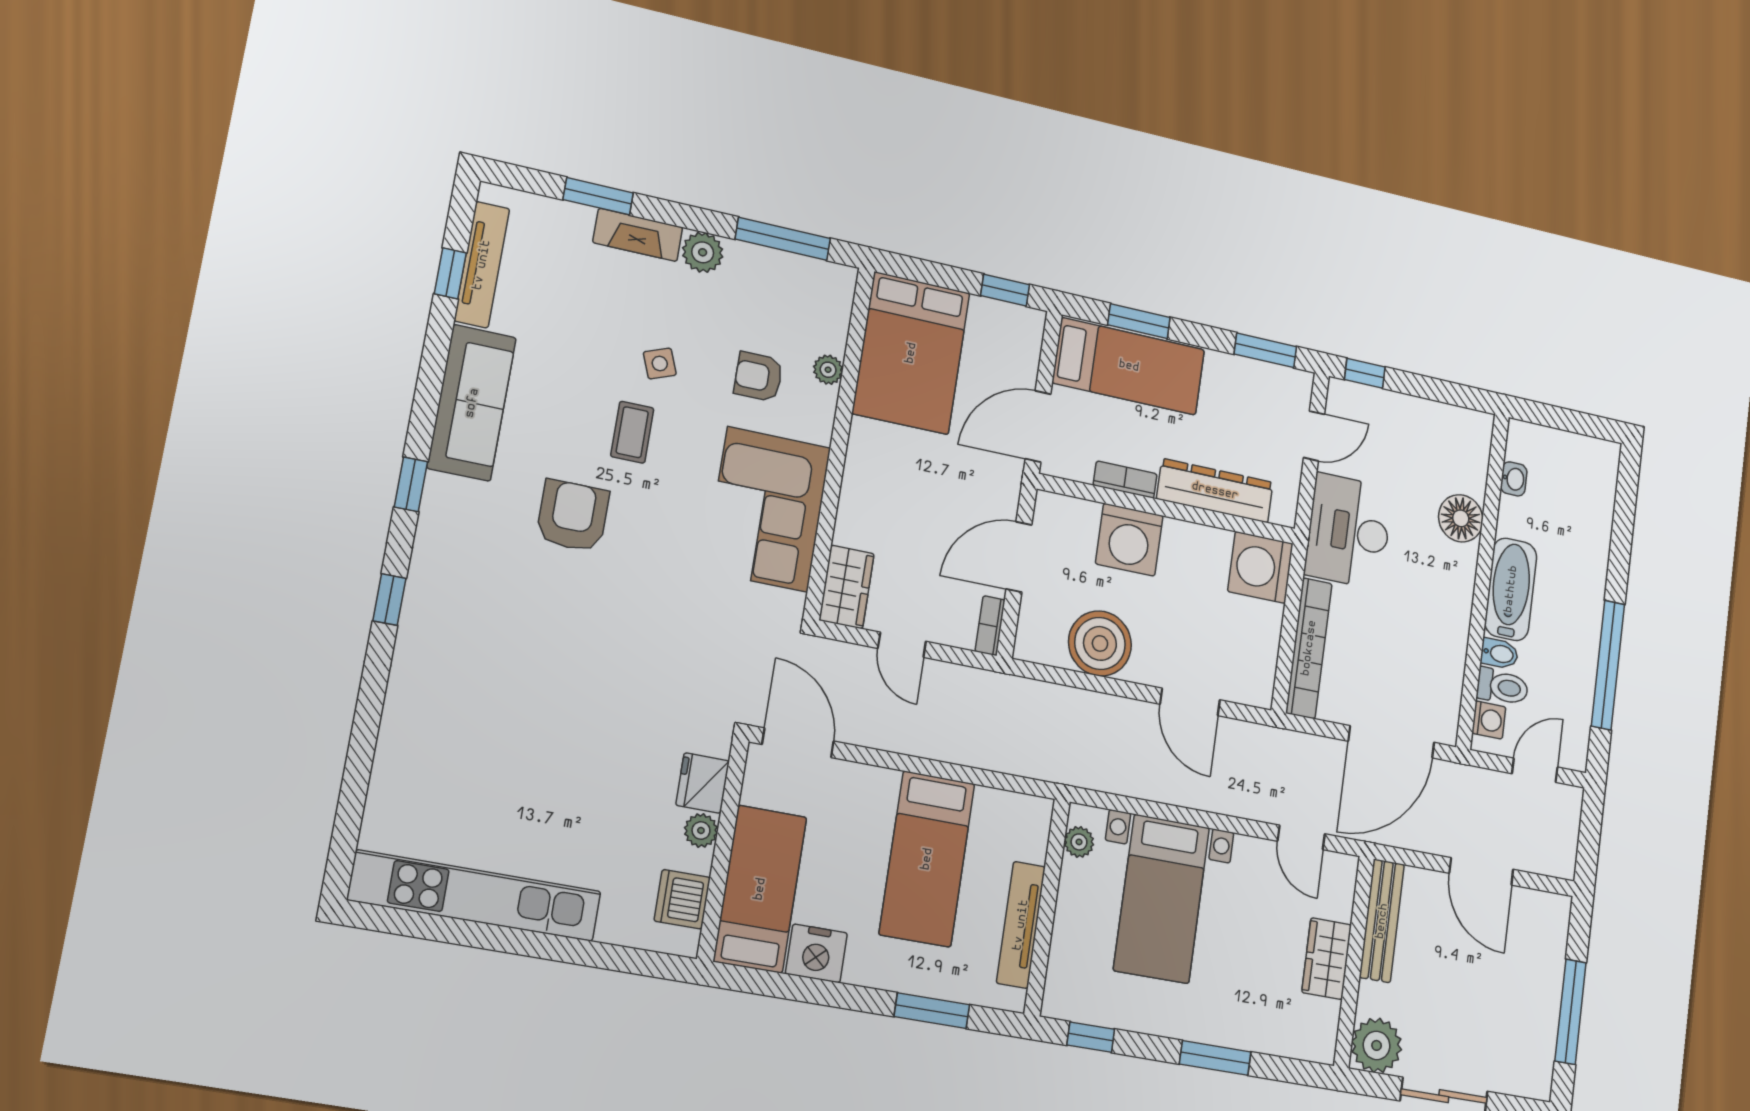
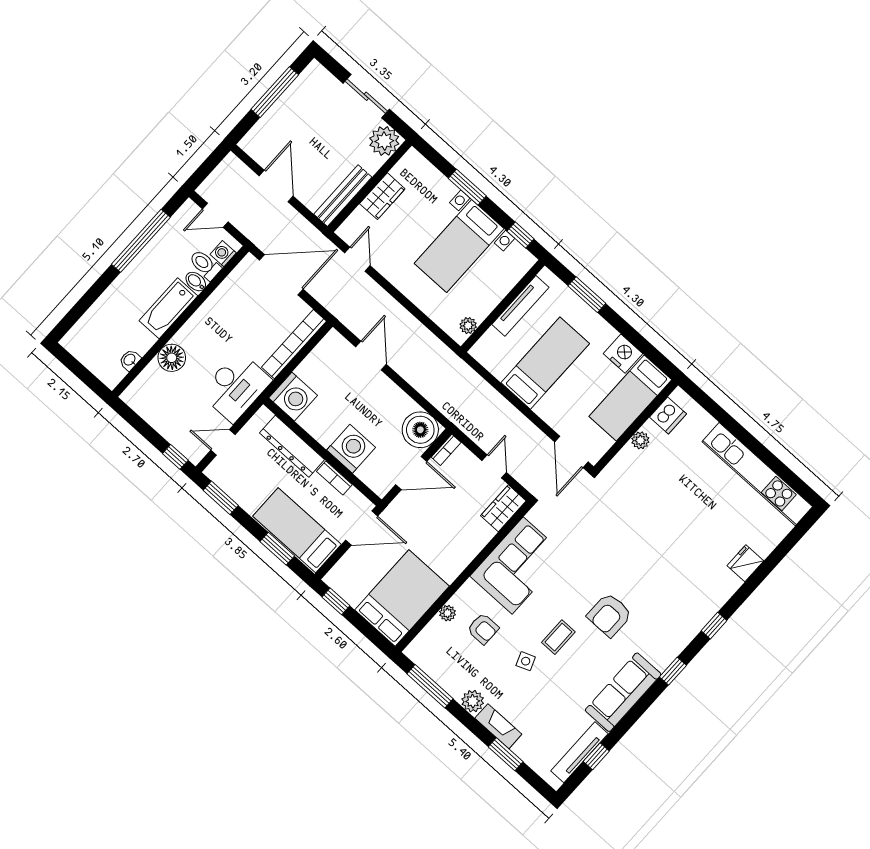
boiler: (1100, 643) -> (420, 430), moved
fridge: (703, 783) -> (745, 563), moved, turned 180
bed with nightstands: (1162, 899) -> (459, 246), moved, turned 180

